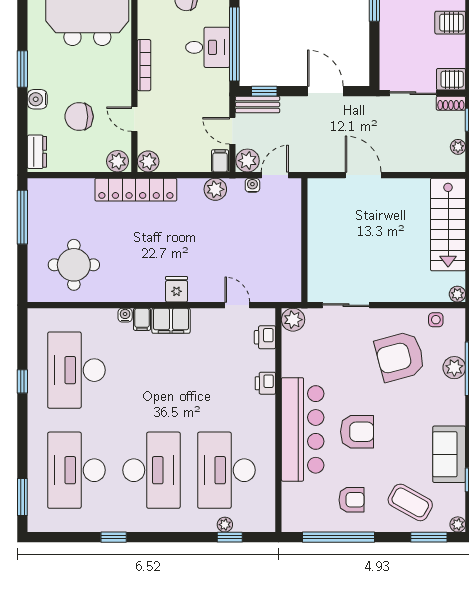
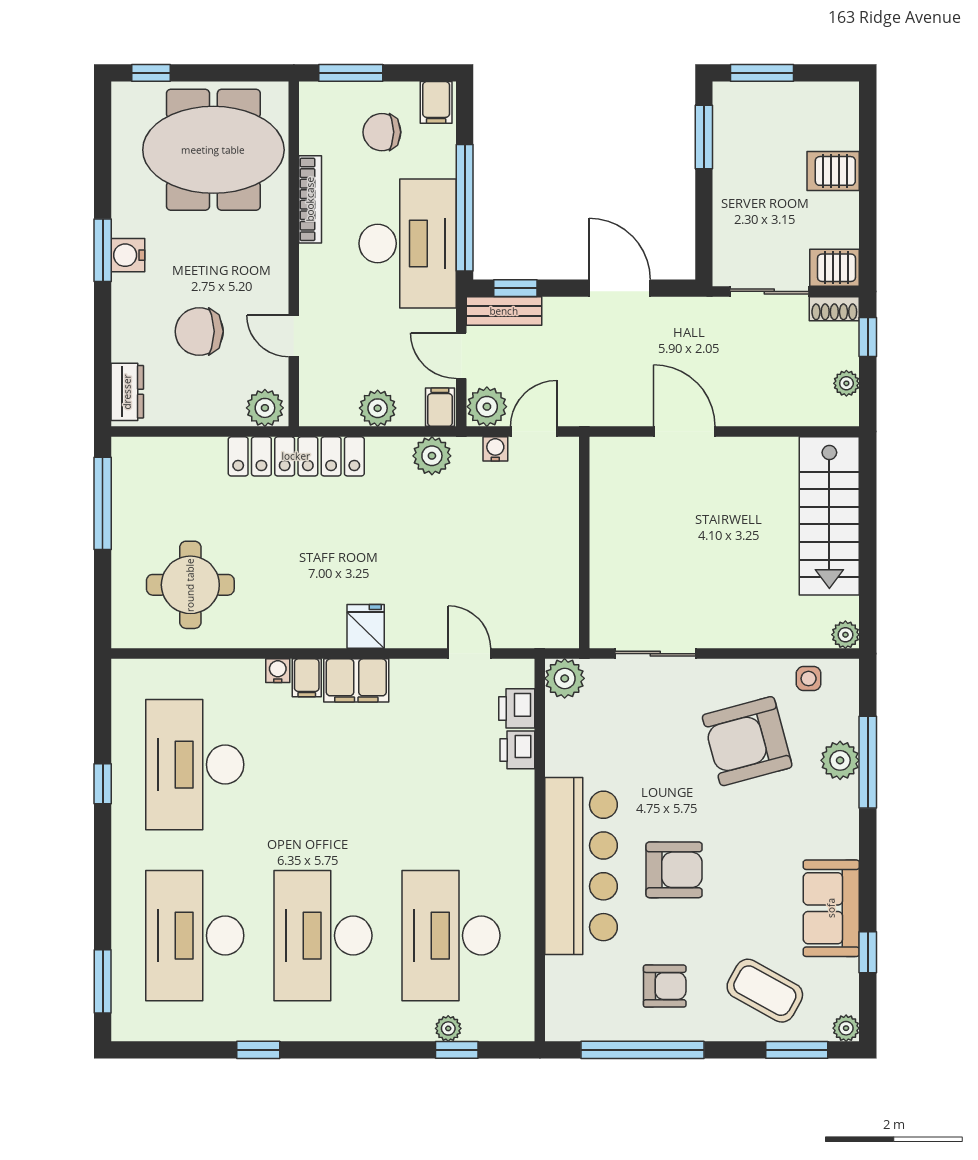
desk: (208, 47) -> (408, 243), width x1.87, depth x1.30
bookcase: (144, 65) -> (310, 199), moved
water cooler: (37, 99) -> (128, 255), moved
plant: (148, 161) -> (378, 408), moved
printer: (265, 383) -> (517, 750), moved
desk: (151, 470) -> (323, 936), turned 180

